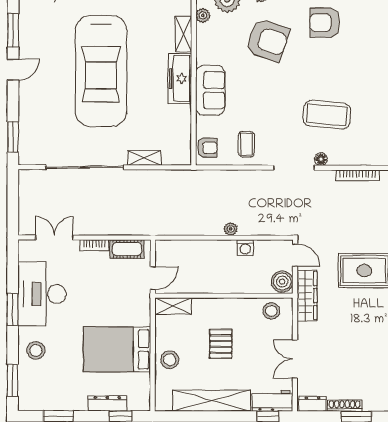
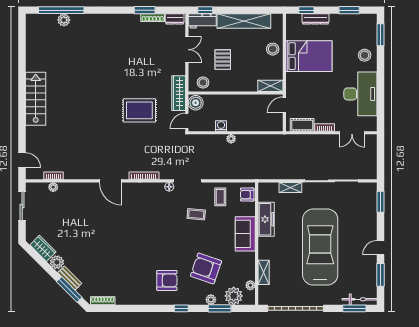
freezer: (180, 78) -> (266, 219), moved
coffee table: (327, 115) -> (196, 214), moved, width x0.54, depth x0.58
door: (295, 255) -> (187, 121), hinge flipped
window: (13, 309) -> (381, 83), removed
pallet: (221, 344) -> (223, 60), moved

